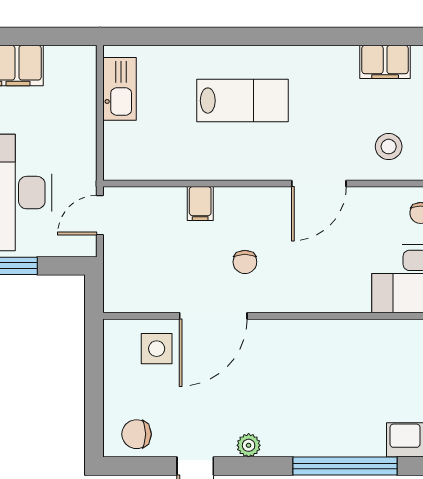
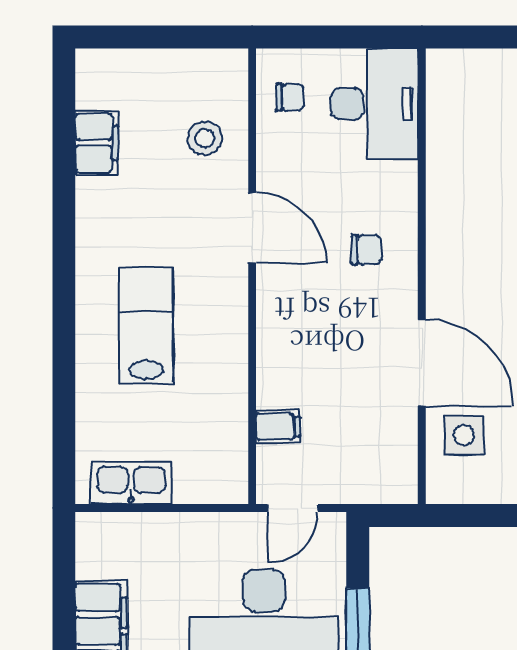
filing cabinet: (200, 204) -> (278, 427), moved
door: (100, 215) -> (293, 508), hinge flipped
chair: (245, 262) -> (366, 250), moved

